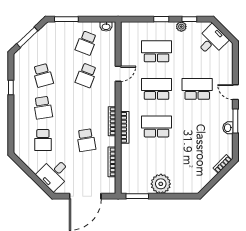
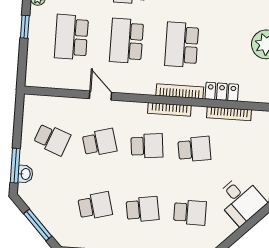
washbasin: (106, 26) -> (25, 174), moved
school desk: (86, 75) -> (99, 143), turned -36
school desk: (86, 108) -> (147, 146), added
locker: (127, 156) -> (222, 92), added

